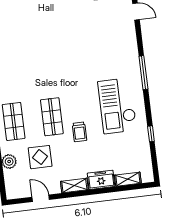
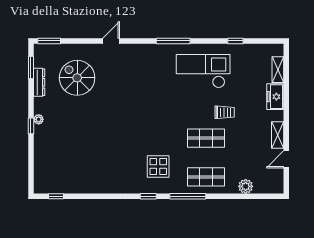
checkout: (117, 106) -> (203, 71), turned 180
display table: (40, 157) -> (158, 167), moved
shelving: (74, 186) -> (278, 135), moved

